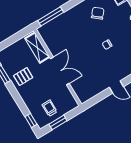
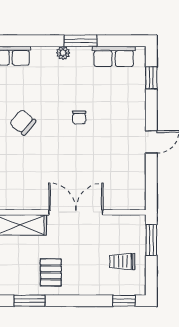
chair: (98, 13) -> (23, 122), moved
window: (58, 122) -> (151, 240), moved

